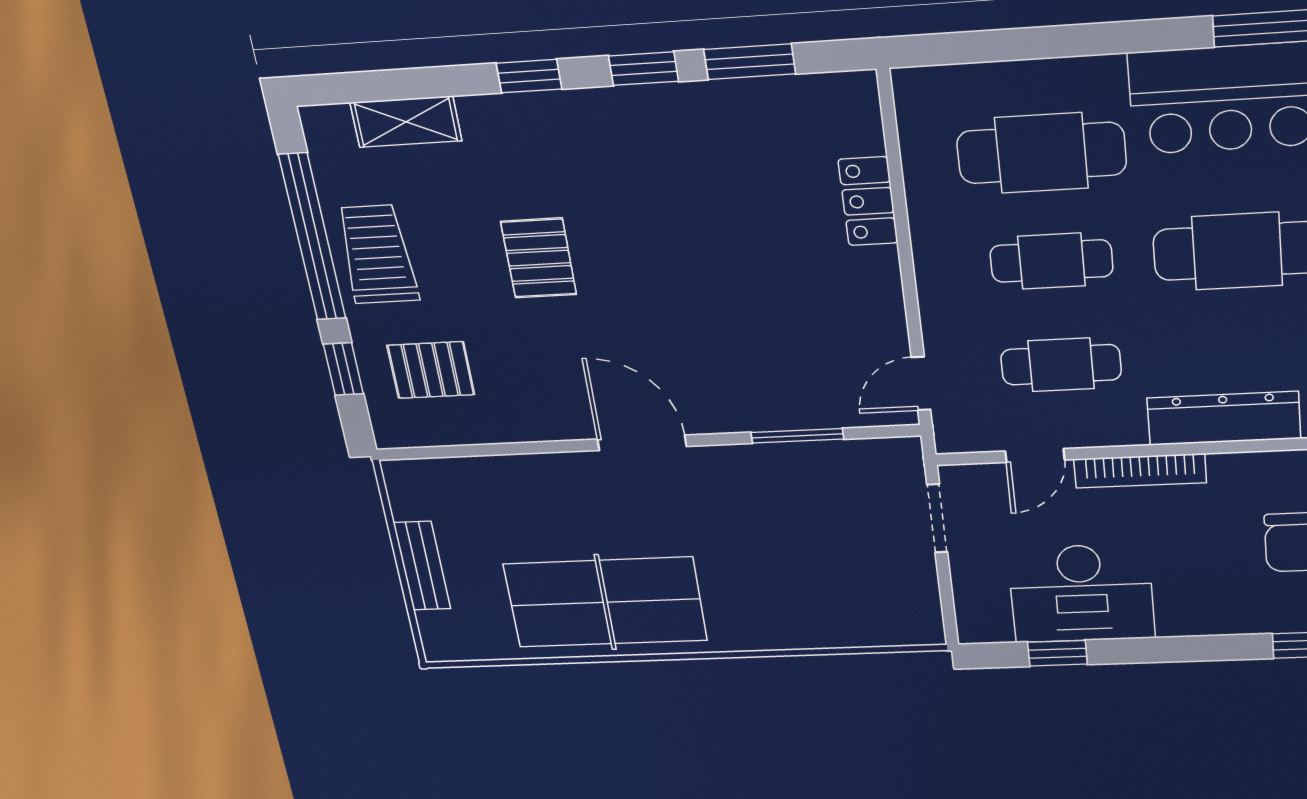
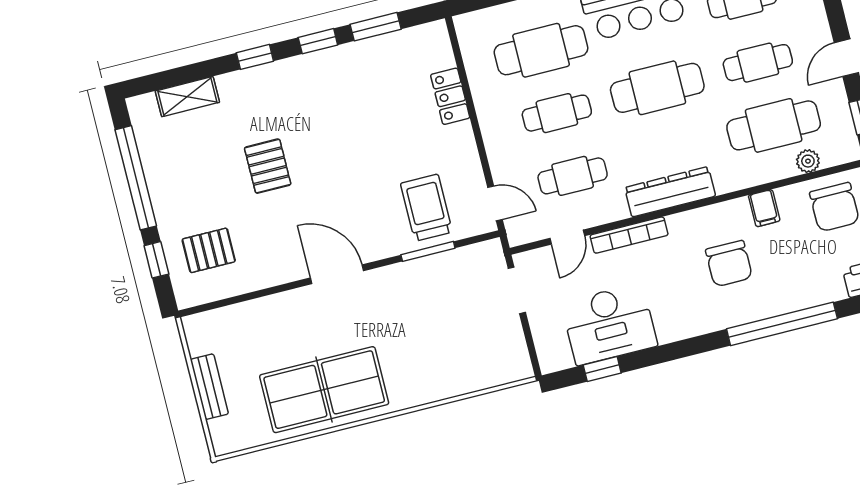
trolley: (377, 254) -> (426, 208), moved
door: (921, 384) -> (495, 203), swing flipped

